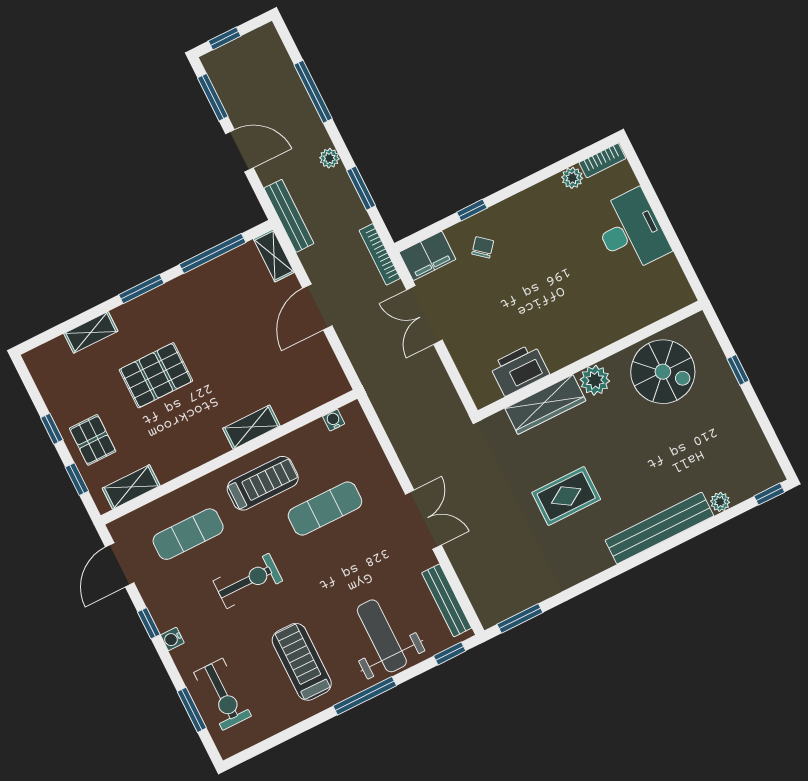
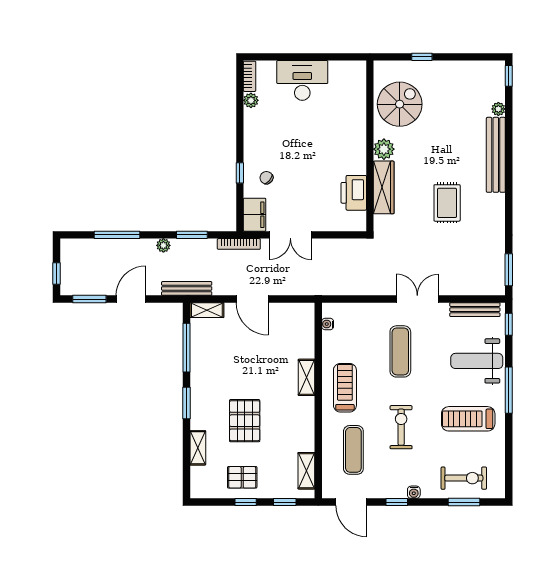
pallet: (93, 440) -> (242, 477), moved
exercise mat: (325, 508) -> (400, 351), moved

